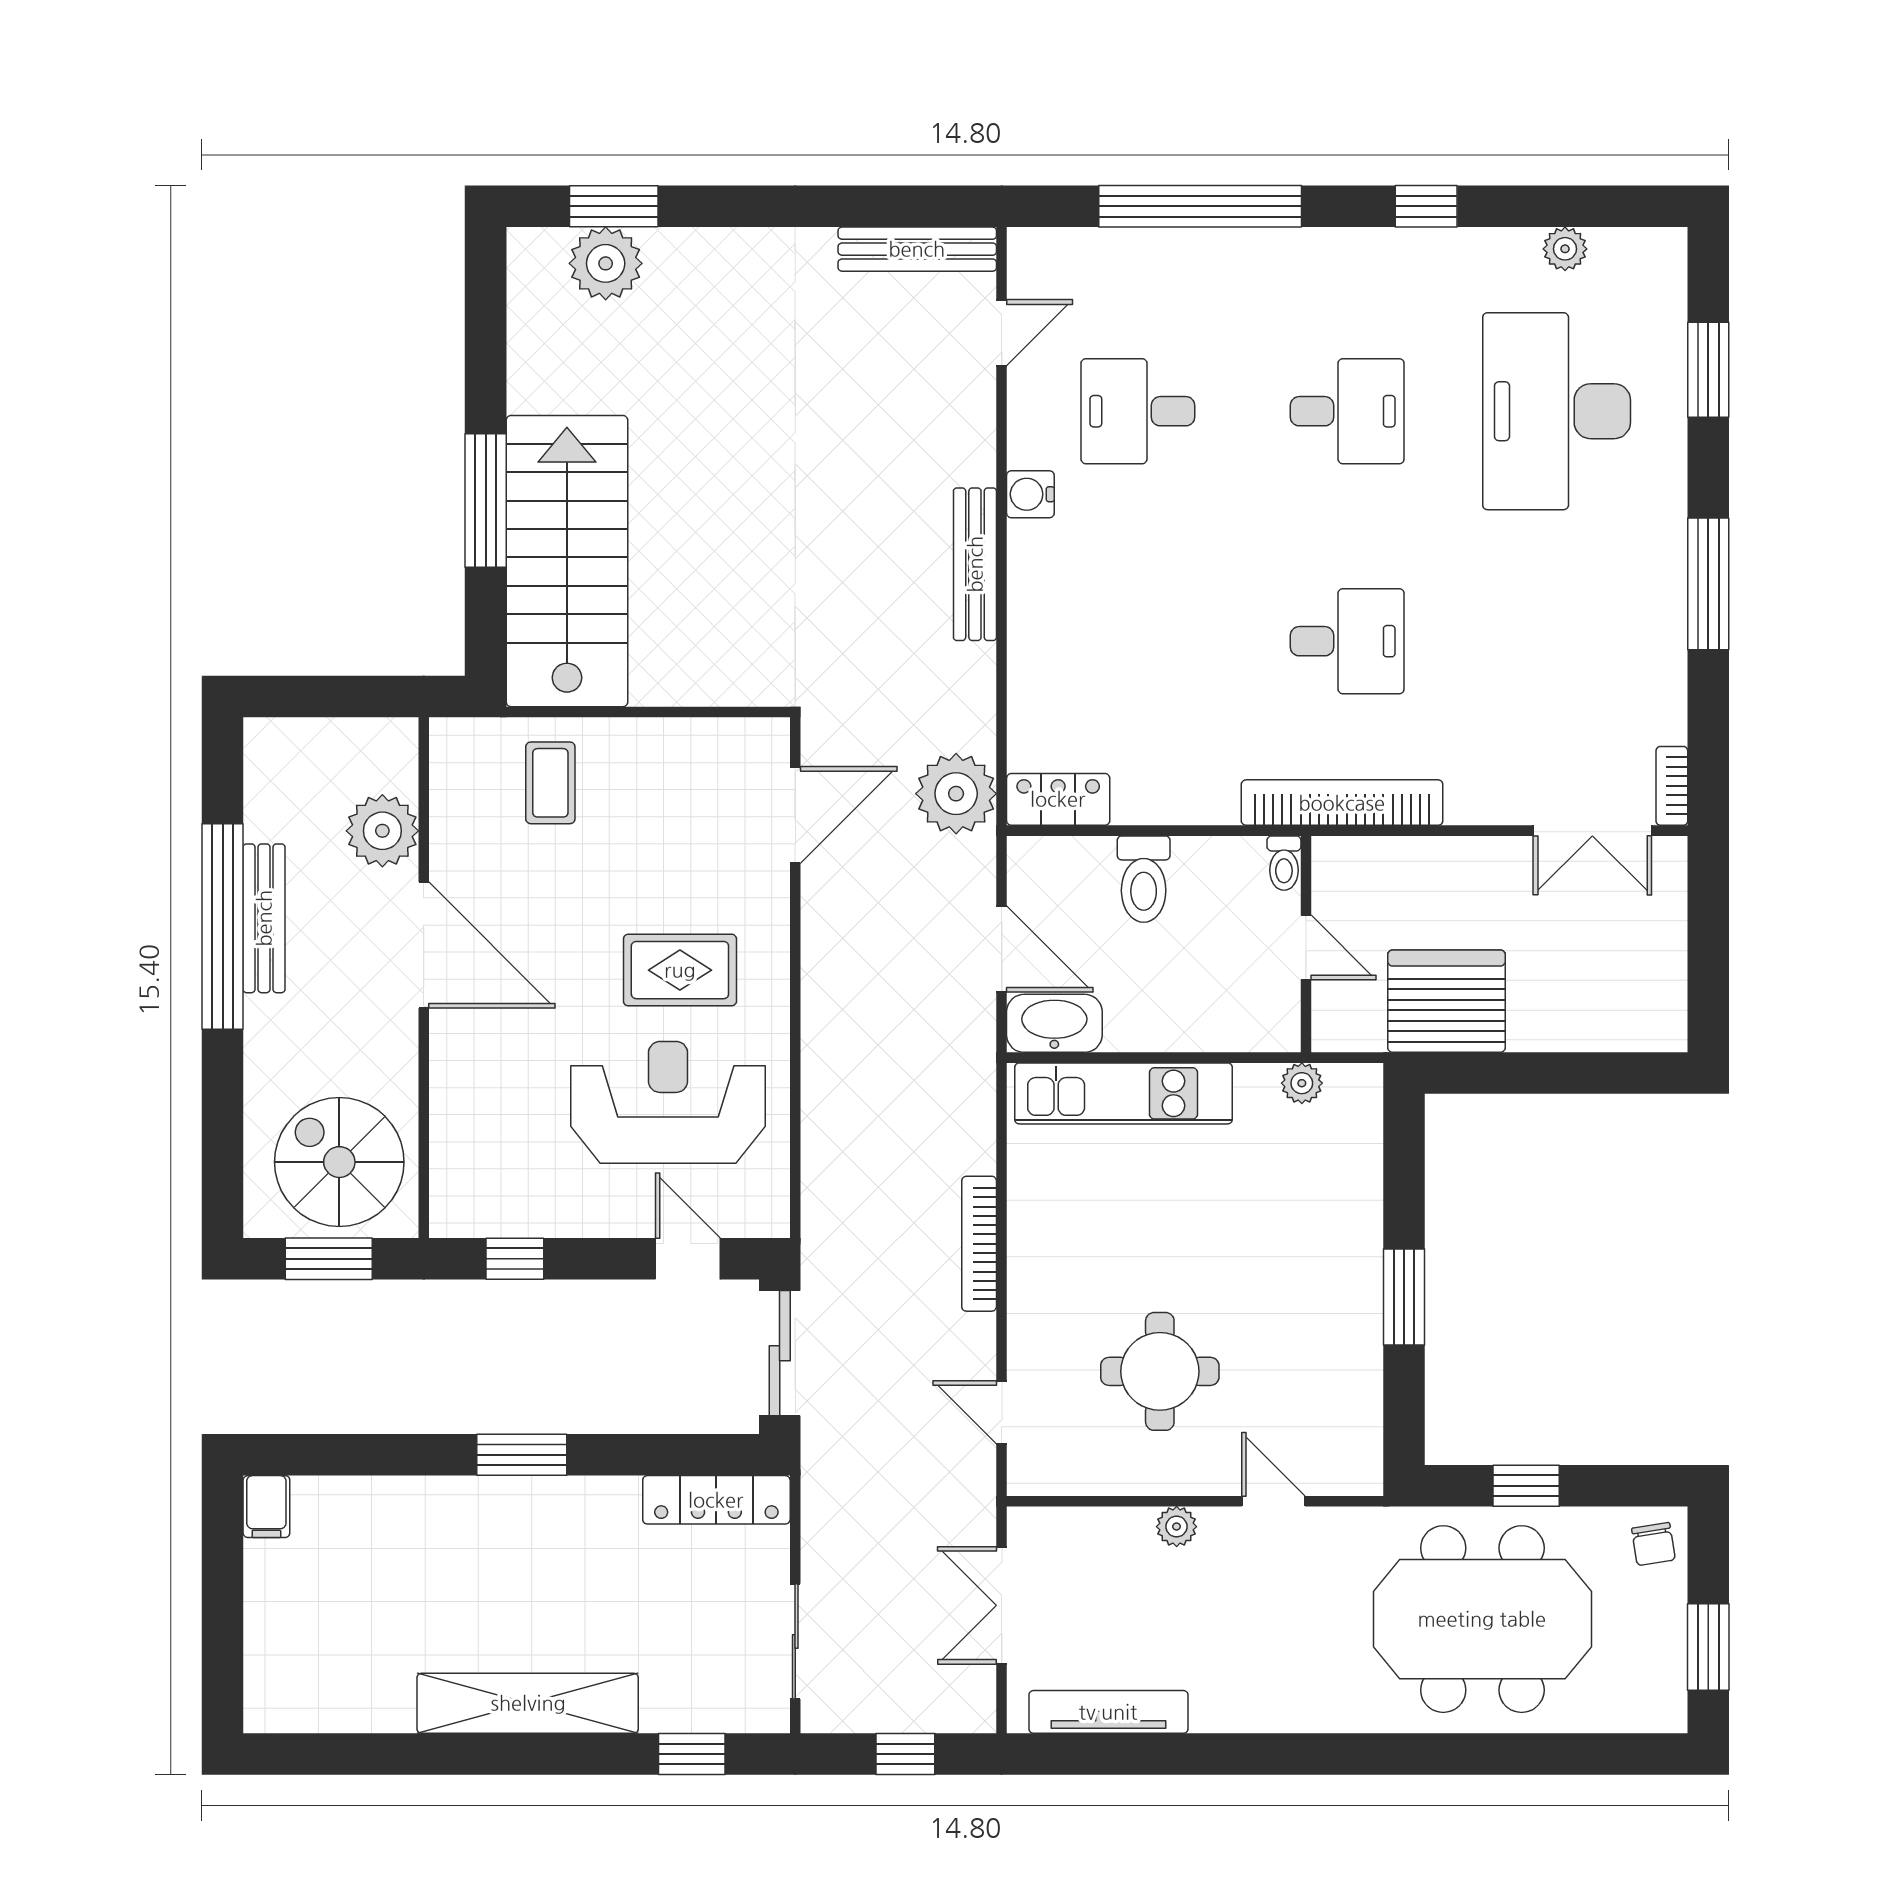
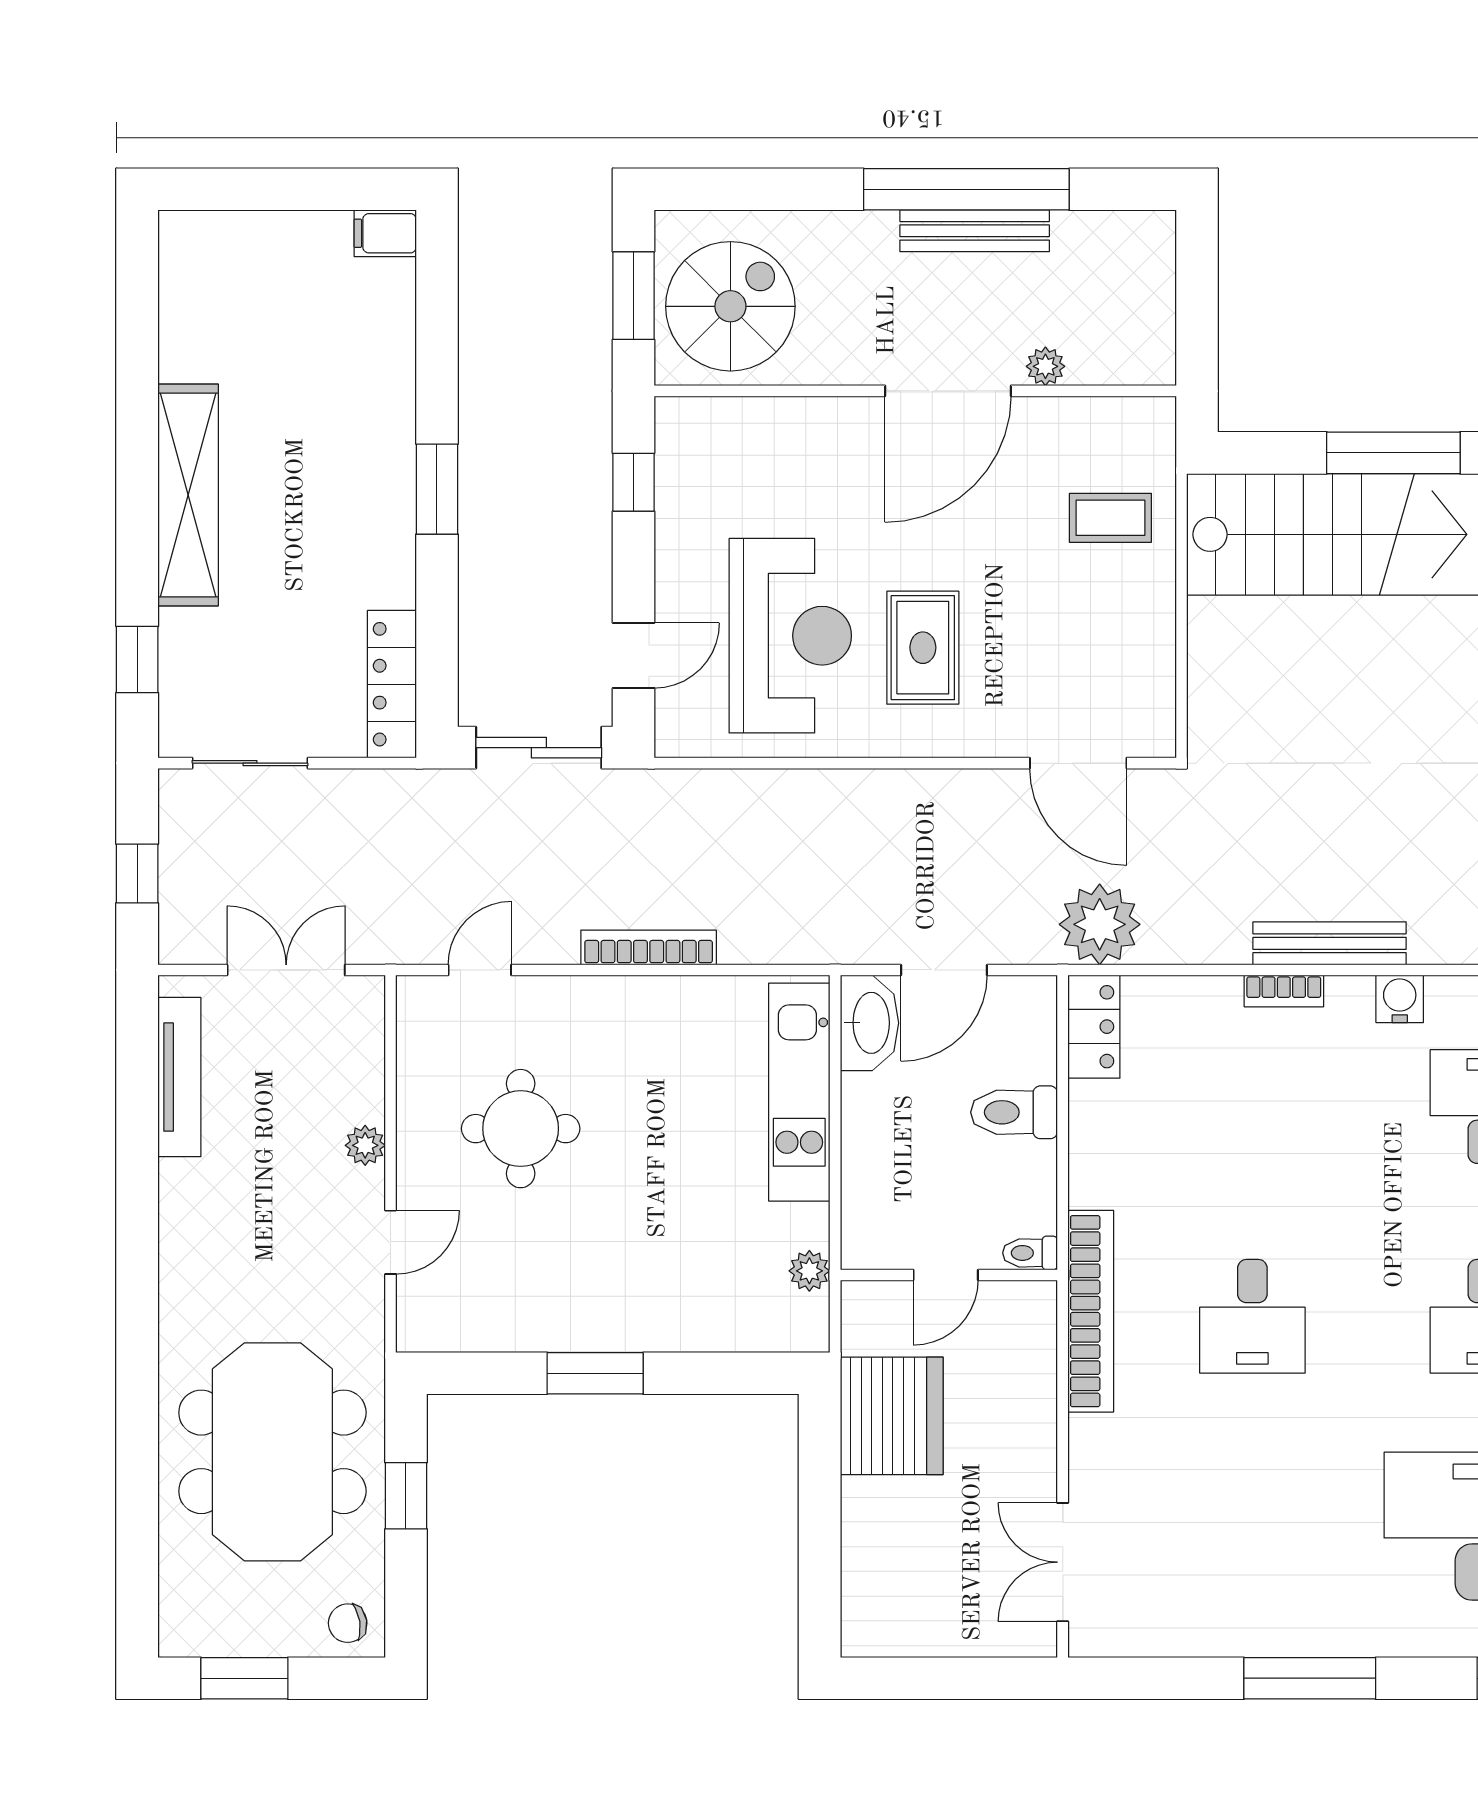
bookcase: (1672, 786) -> (1284, 991), moved, turned 180
plant: (382, 831) -> (1045, 366), width x0.53, depth x0.53

